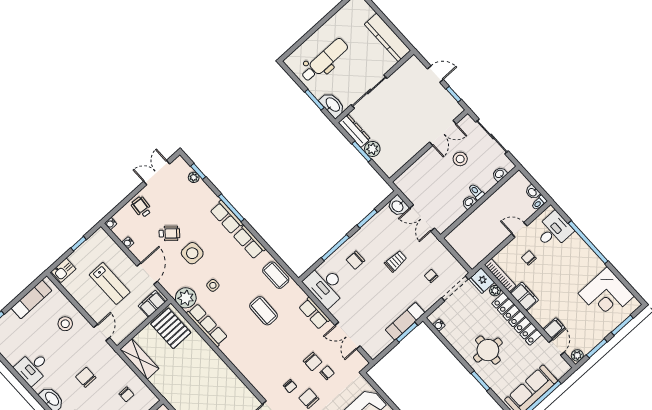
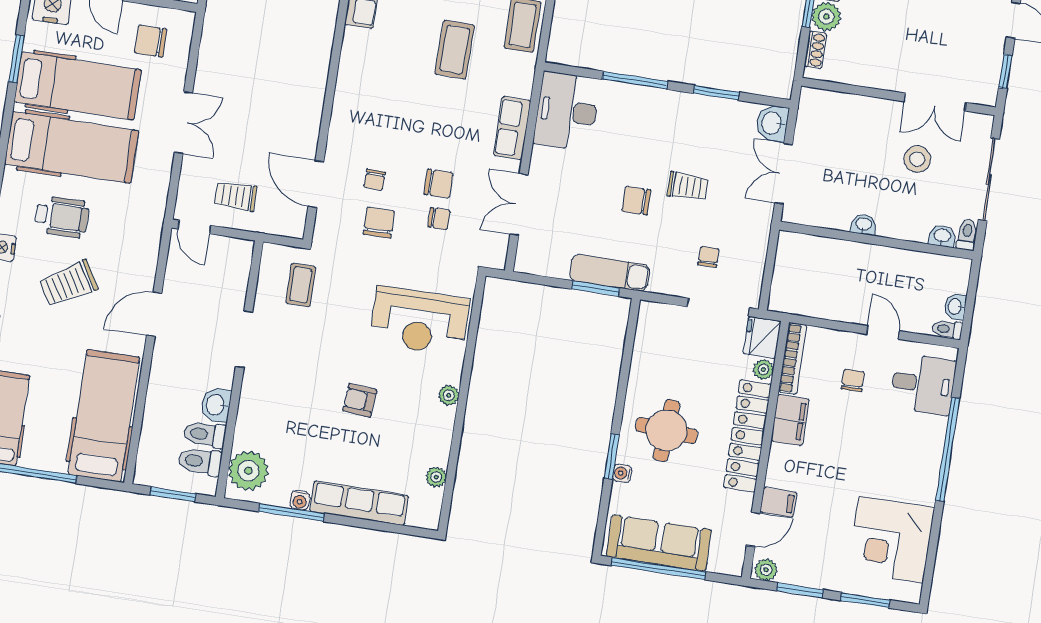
shoe rack: (382, 164) -> (815, 50), added
toilet: (476, 192) -> (967, 235), moved
chair: (355, 260) -> (636, 201), moved
water cooler: (439, 325) -> (622, 473), moved
chair: (313, 361) -> (438, 184), turned -90

